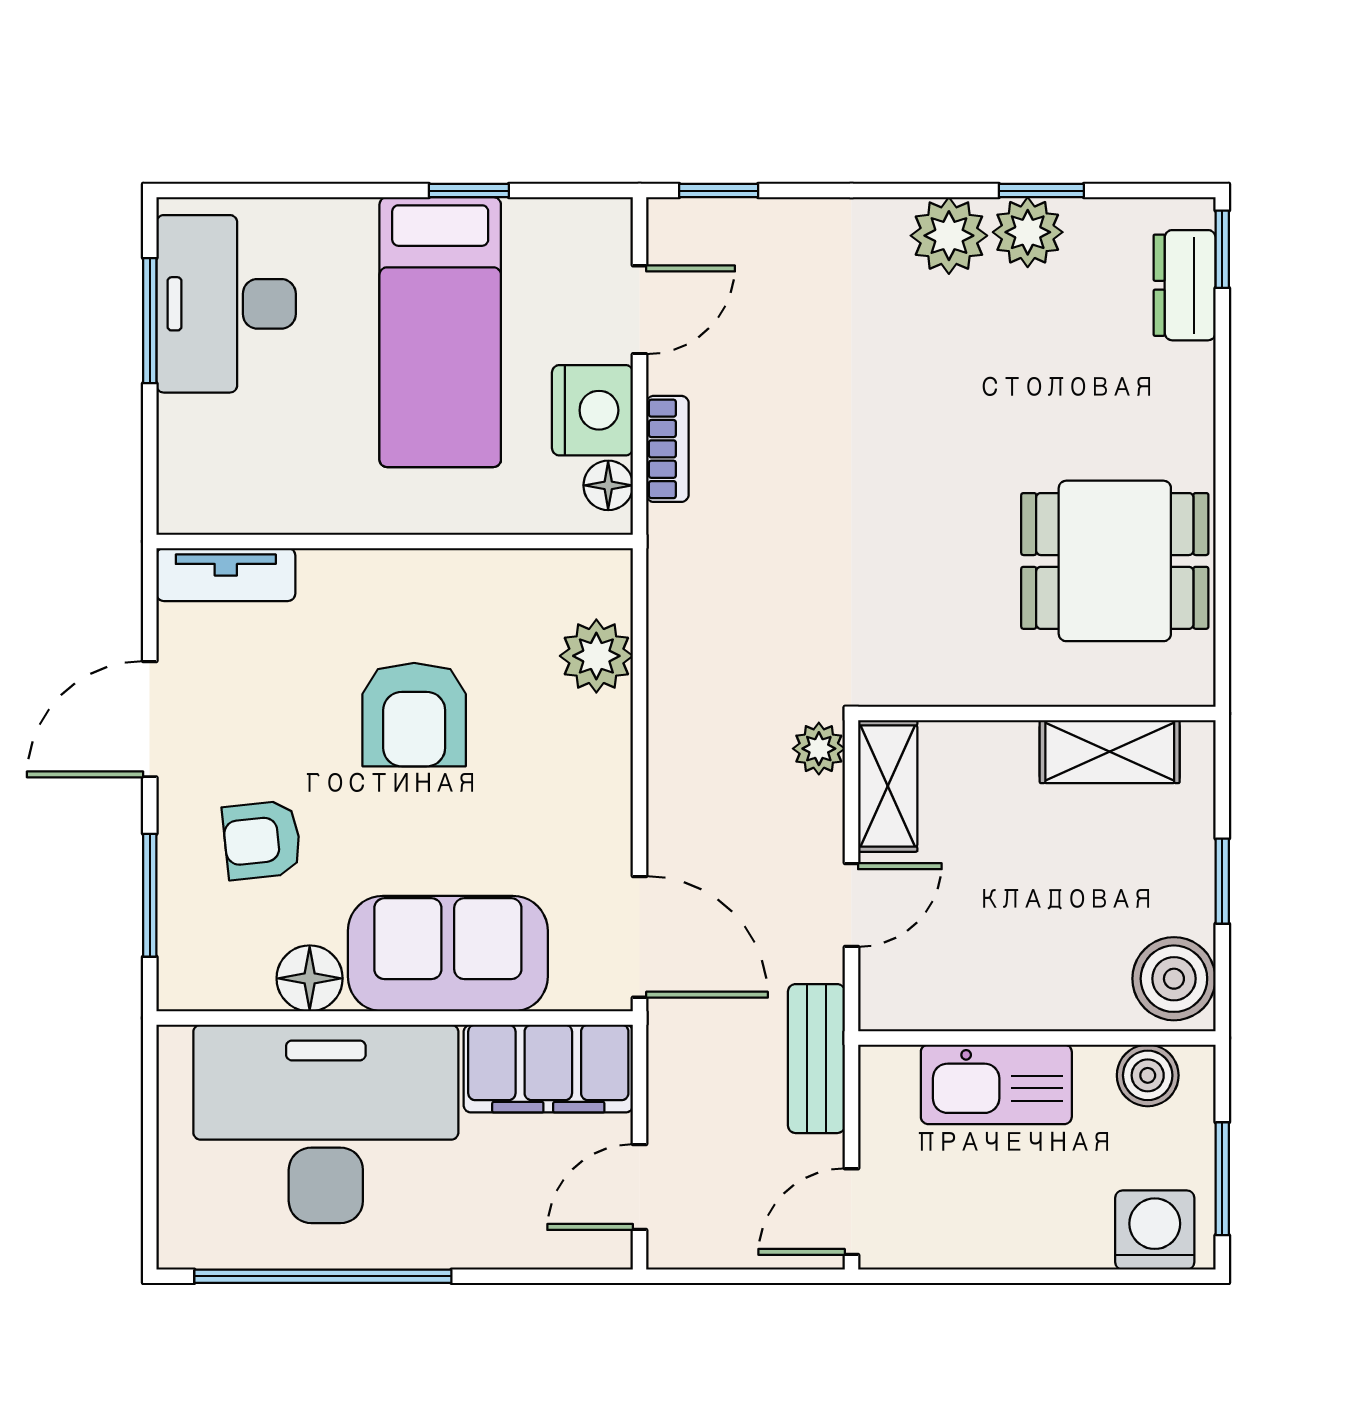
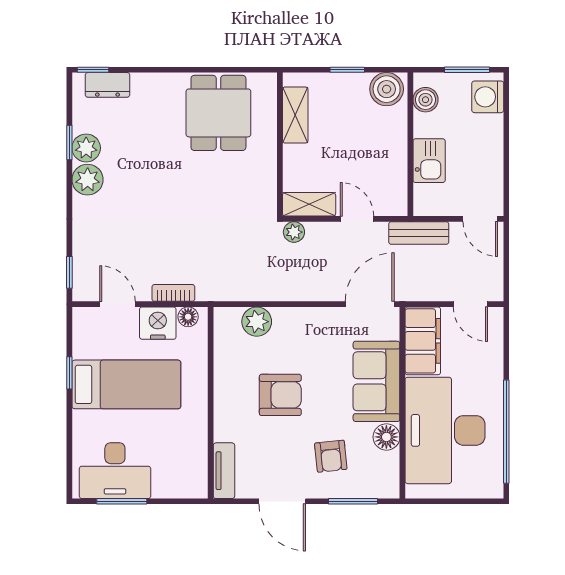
kitchen sink: (996, 1084) -> (429, 161), width x0.73

